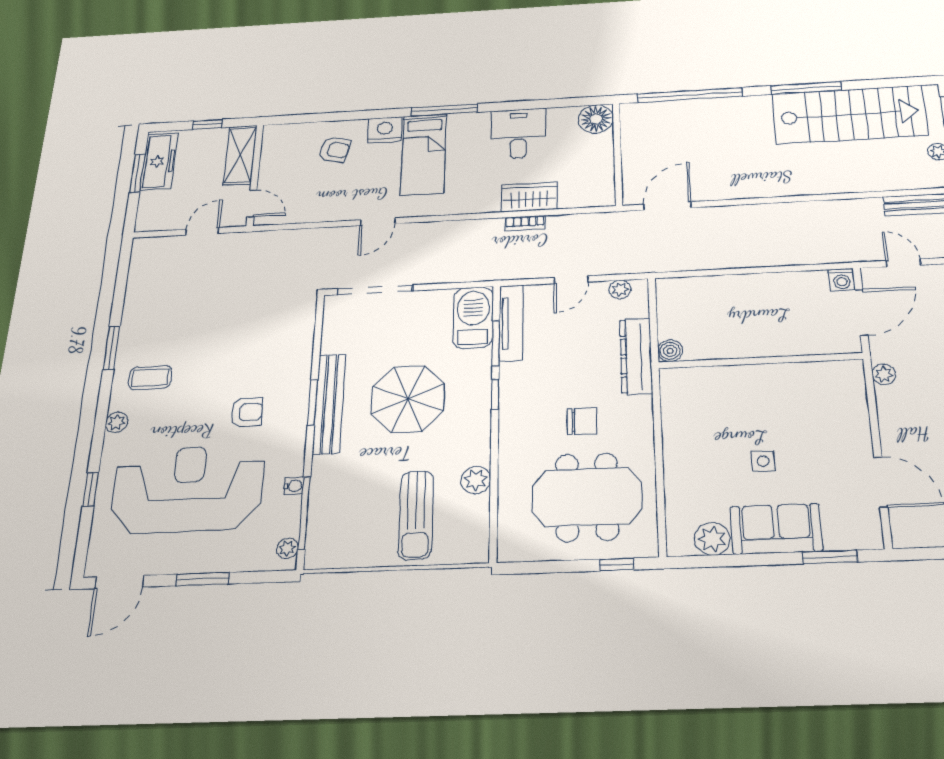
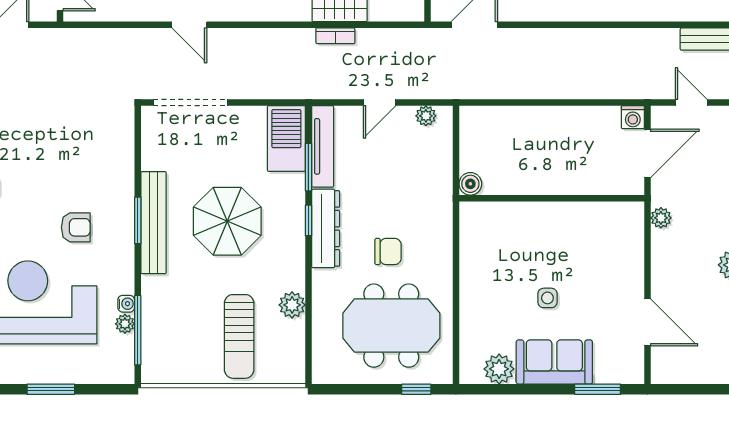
door: (378, 222) -> (189, 25), hinge flipped
dresser: (636, 356) -> (326, 228), moved, turned 180
plant: (287, 548) -> (125, 324), moved

